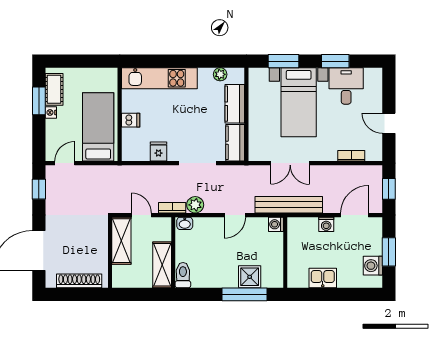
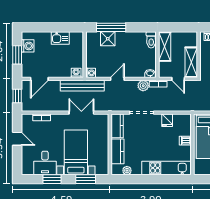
washing machine: (326, 224) -> (76, 73), moved

